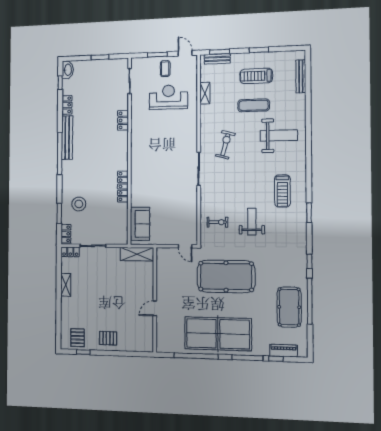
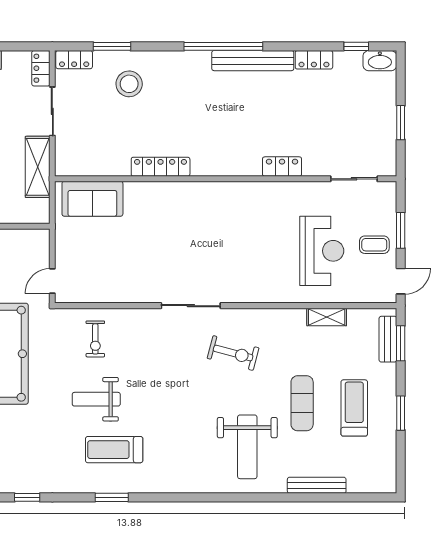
bench: (301, 76) -> (317, 485), moved
treadmill: (282, 191) -> (114, 450), moved
weight bench: (252, 222) -> (96, 399), turned 180
shelving: (137, 254) -> (38, 167), moved

